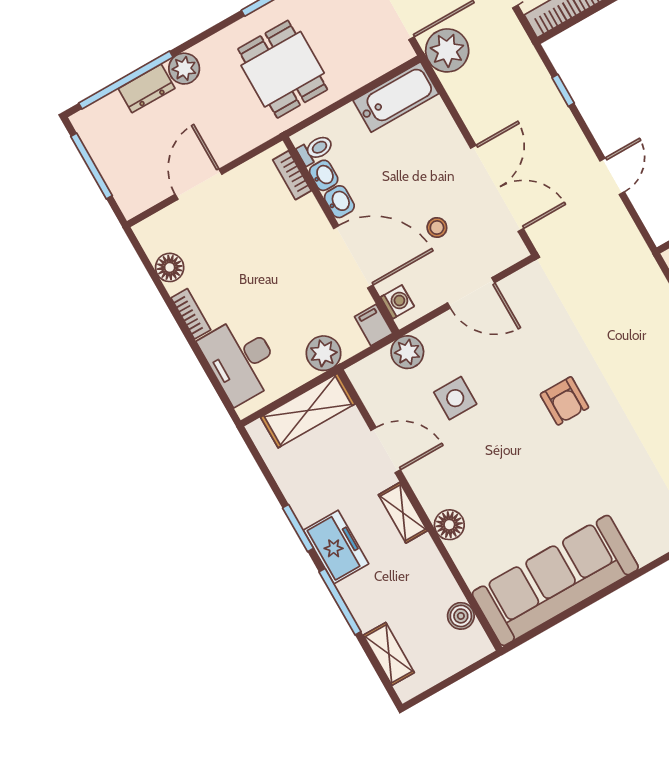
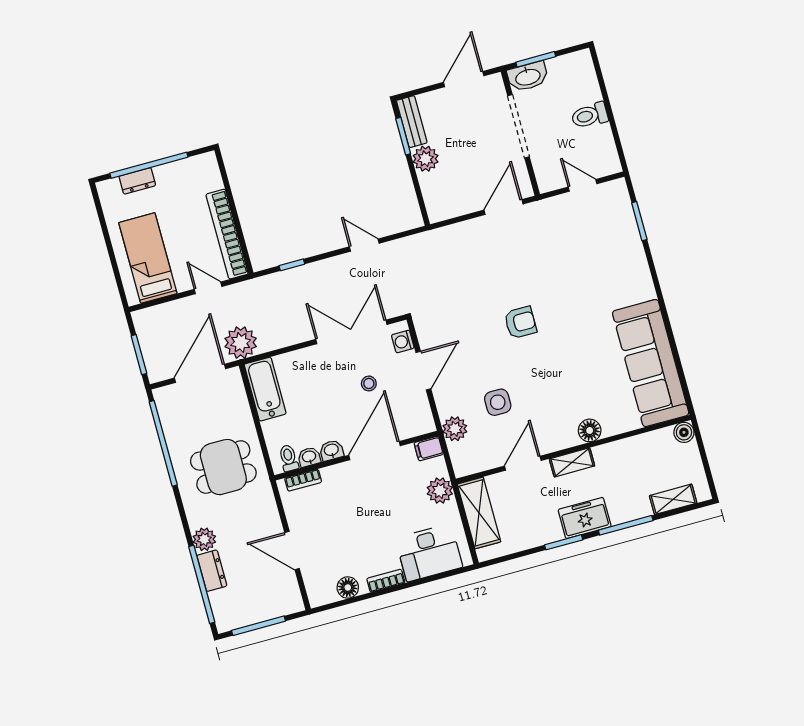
washing machine: (397, 302) -> (403, 341), moved, turned -90
boiler: (461, 616) -> (684, 432), moved

